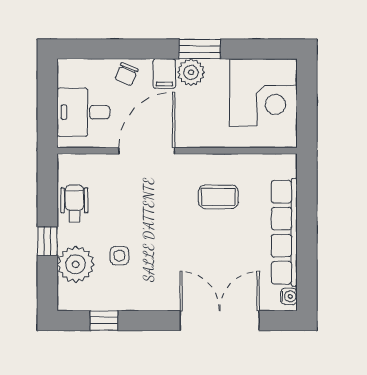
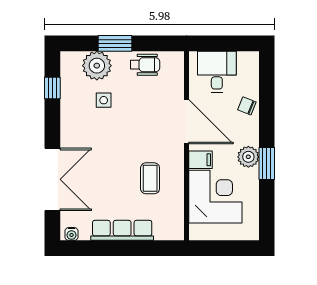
filing cabinet: (164, 74) -> (200, 160), moved, turned 180
corner desk: (263, 92) -> (215, 197), moved, turned 180
row of seats: (284, 232) -> (122, 230), width x0.73
window: (47, 241) -> (115, 43), width x1.50

